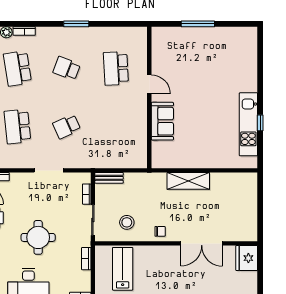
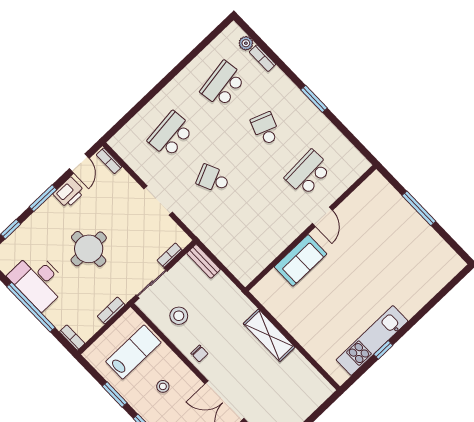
stool: (159, 271) -> (163, 386), added

